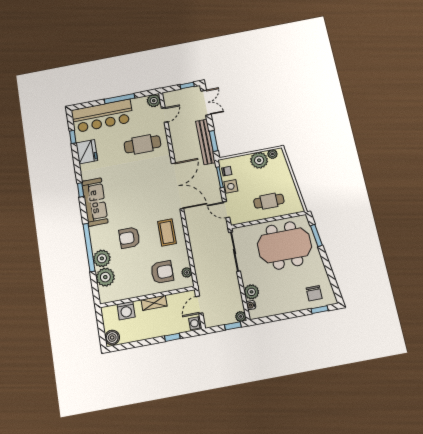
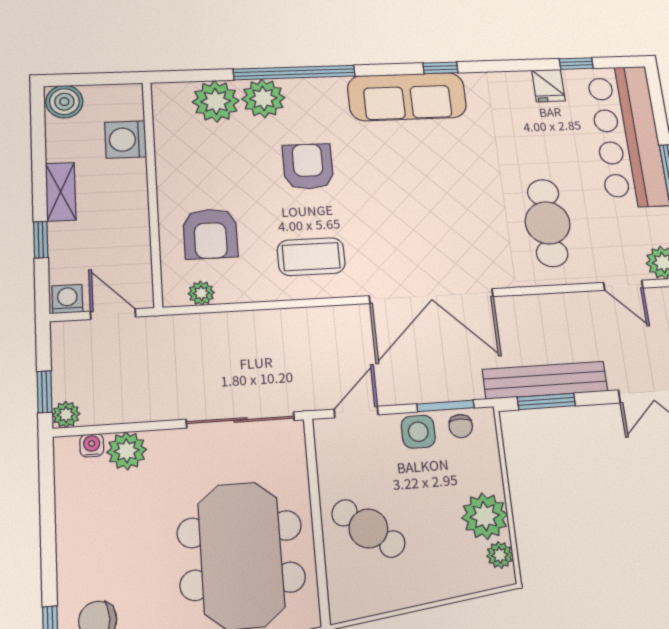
fridge: (87, 152) -> (549, 86), width x0.53, depth x0.75
cafe table: (269, 201) -> (368, 528), turned -52
shelving: (154, 303) -> (61, 192), moved

